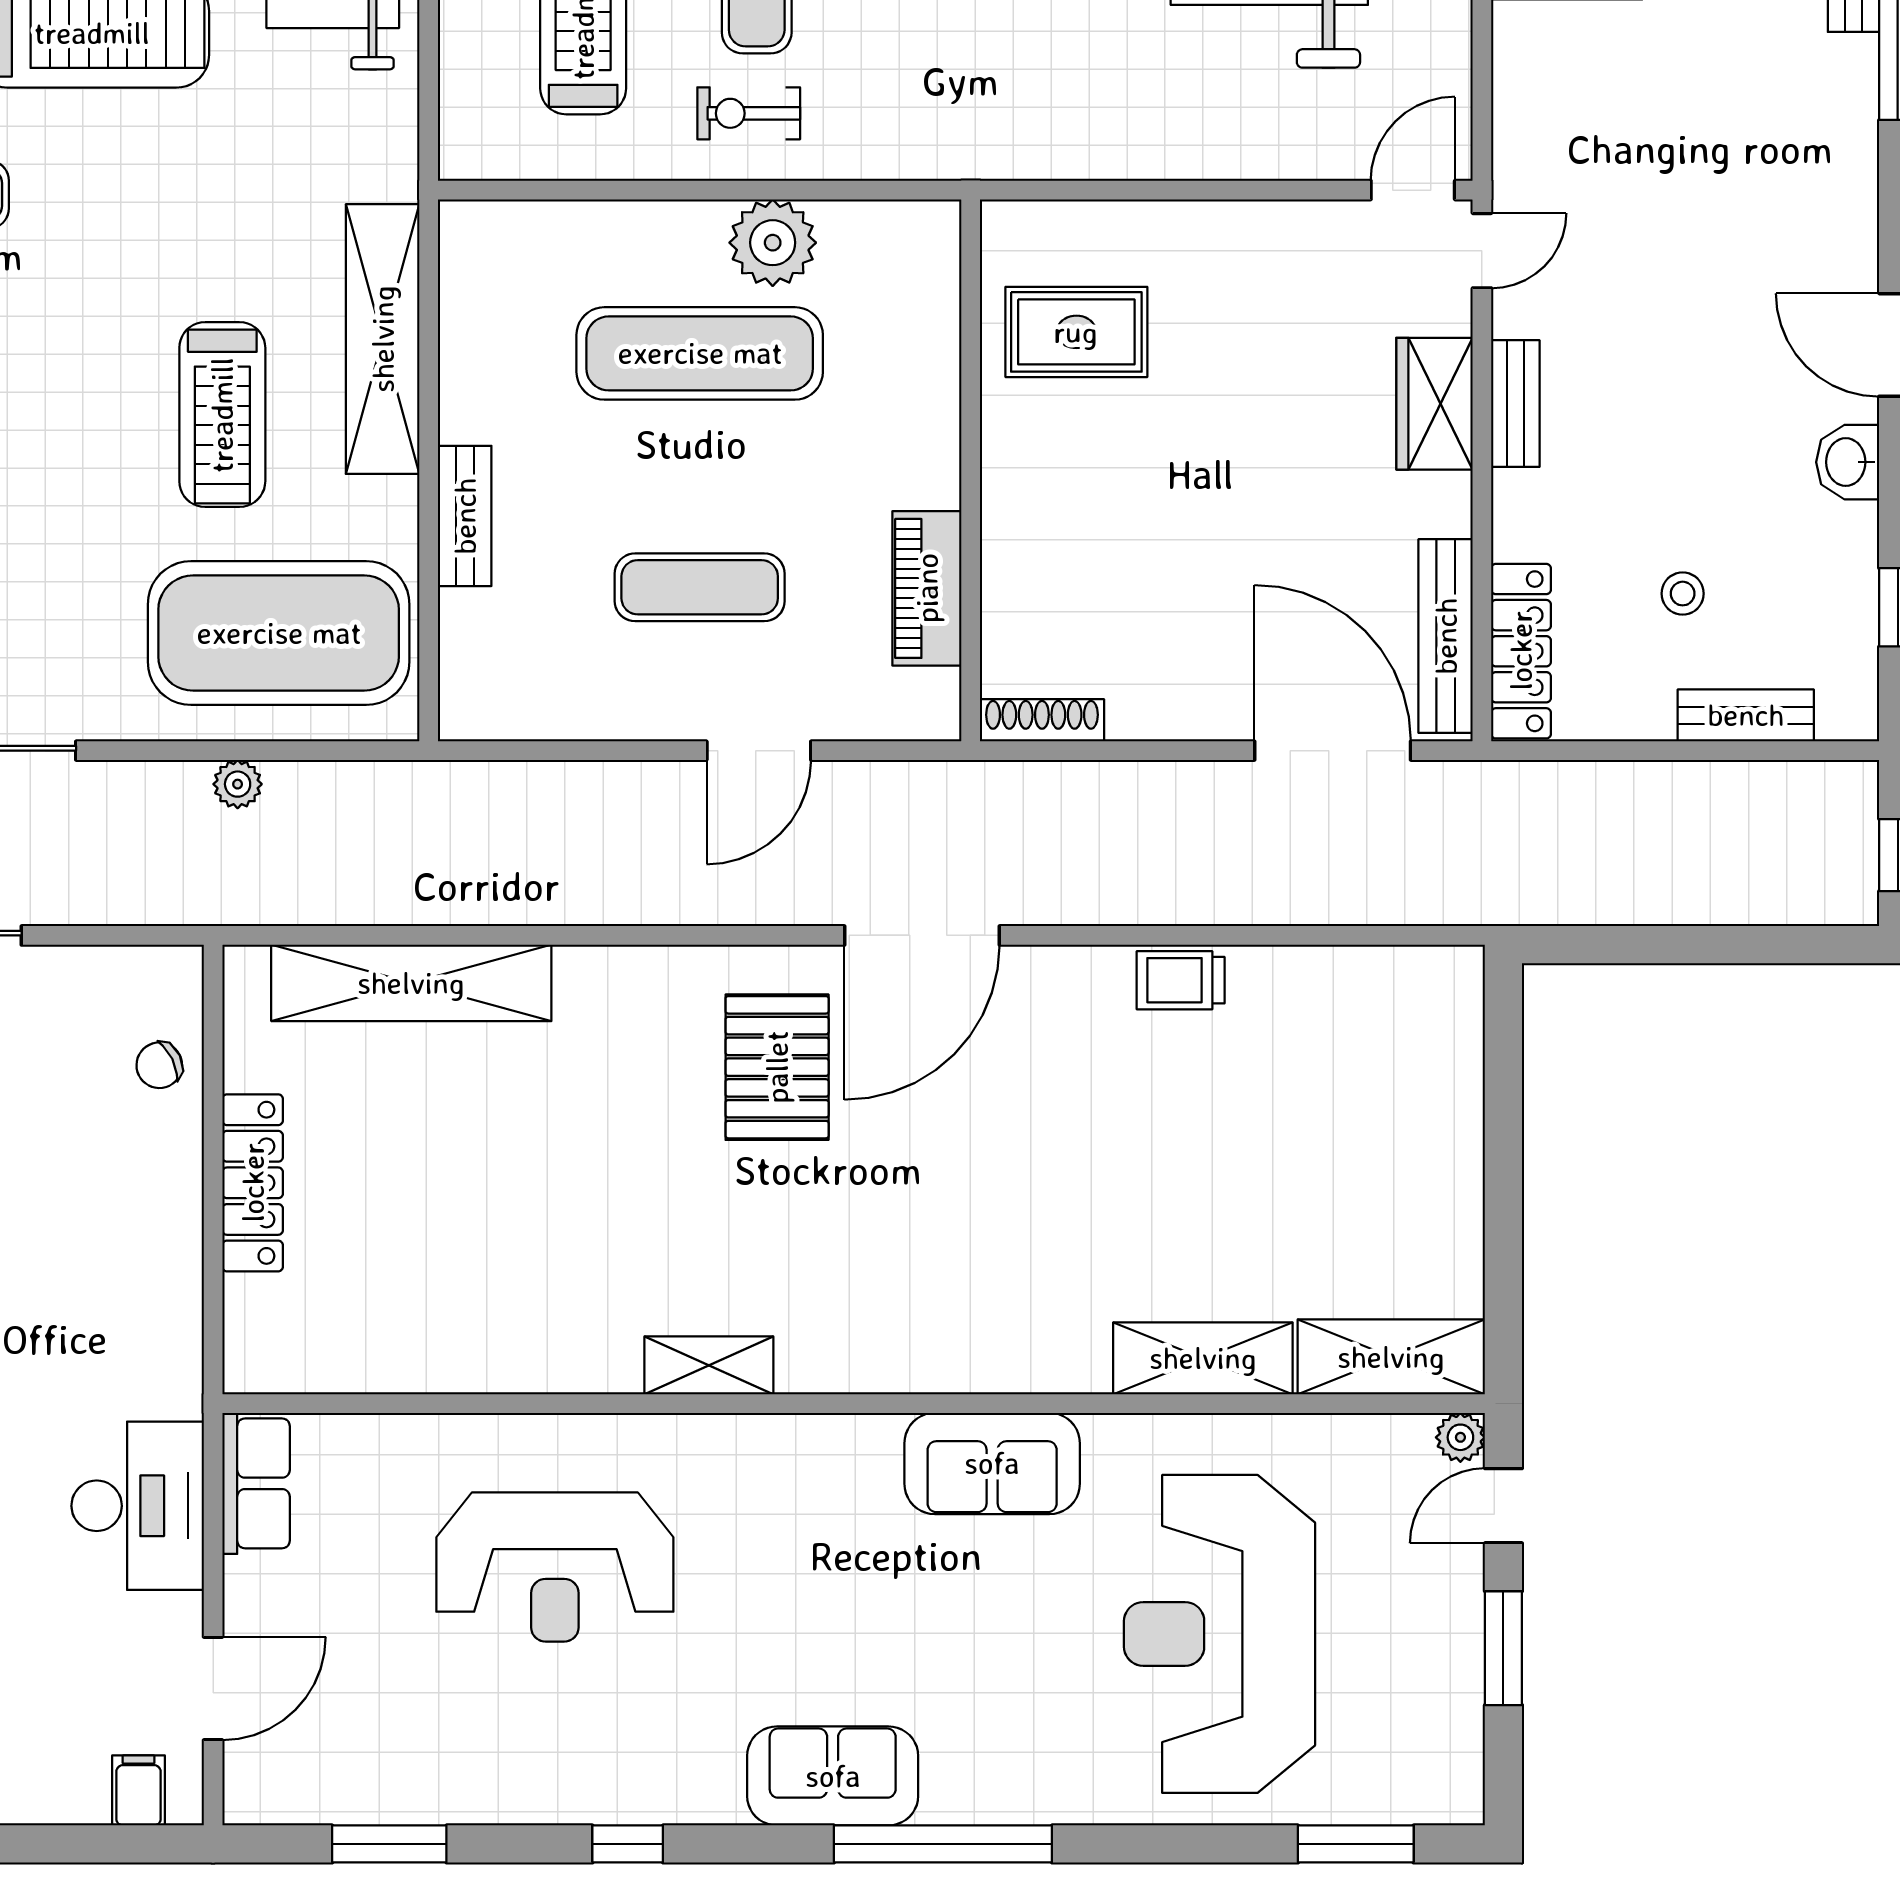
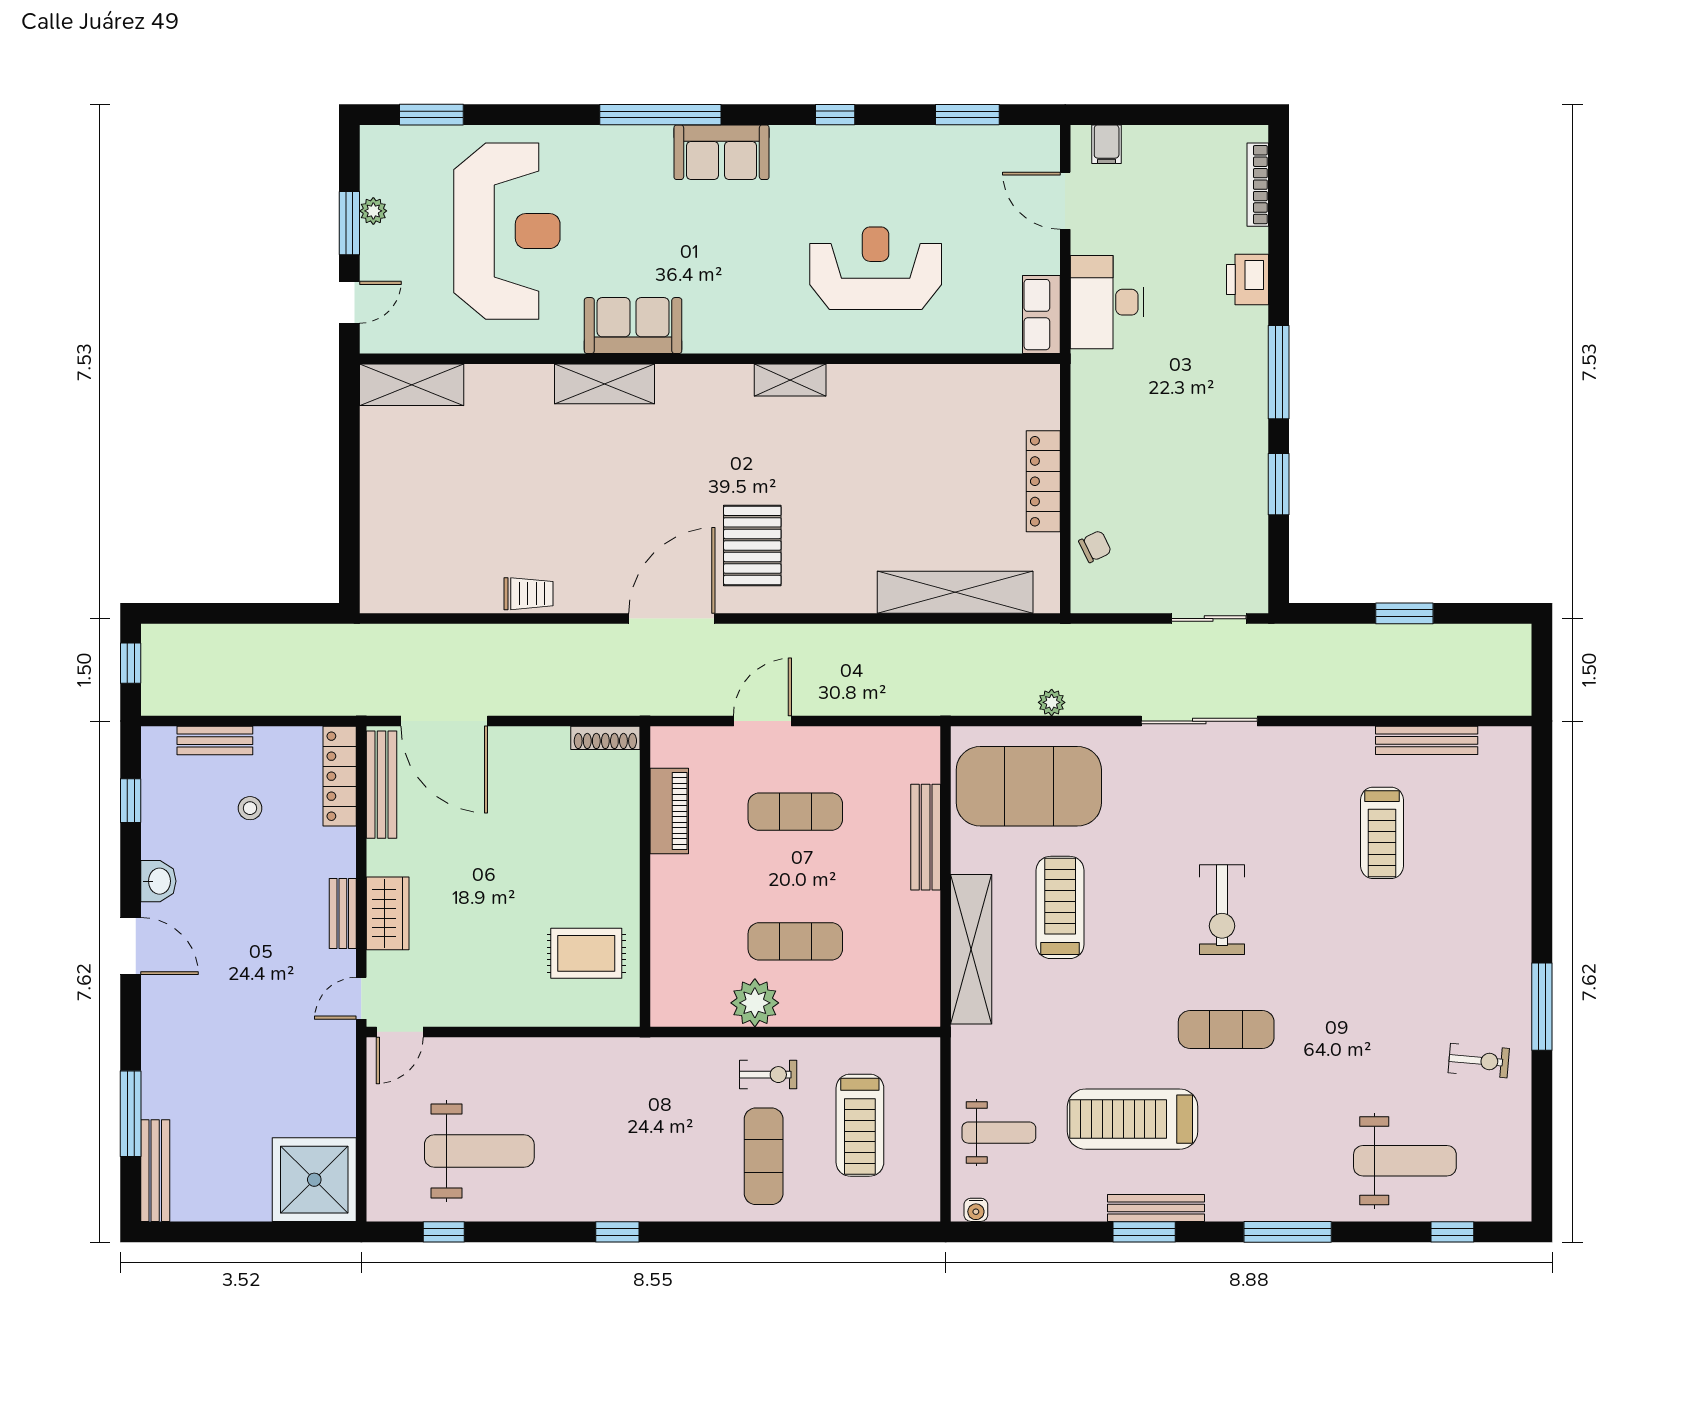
exercise mat: (700, 353) -> (795, 941), width x0.73, depth x0.69
bench: (465, 516) -> (926, 837), width x1.36
shelving: (1203, 1358) -> (605, 384), moved
plant: (1460, 1437) -> (373, 211), moved
door: (213, 1689) -> (1065, 201), hinge flipped

